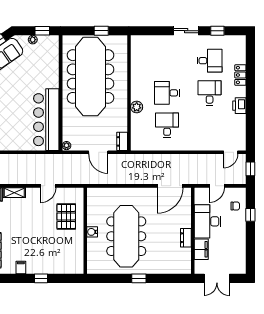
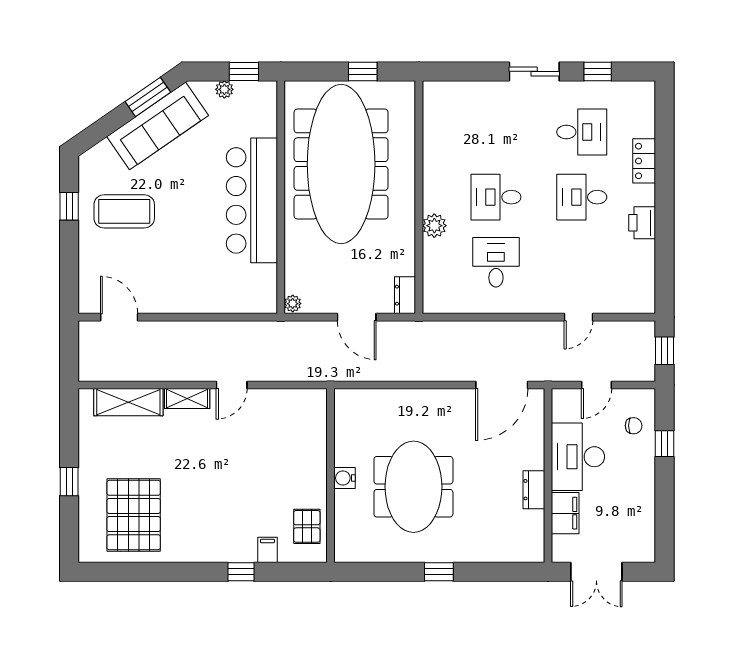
desk: (210, 93) -> (582, 197), turned -90
bar counter: (46, 120) -> (252, 200), moved
door: (231, 152) -> (578, 317), moved
door: (48, 186) -> (232, 385), moved
pallet: (66, 216) -> (307, 526), moved, width x0.67, depth x0.71
meeting table: (126, 236) -> (413, 487), width x0.73
filing cabinet: (21, 267) -> (267, 550), moved

